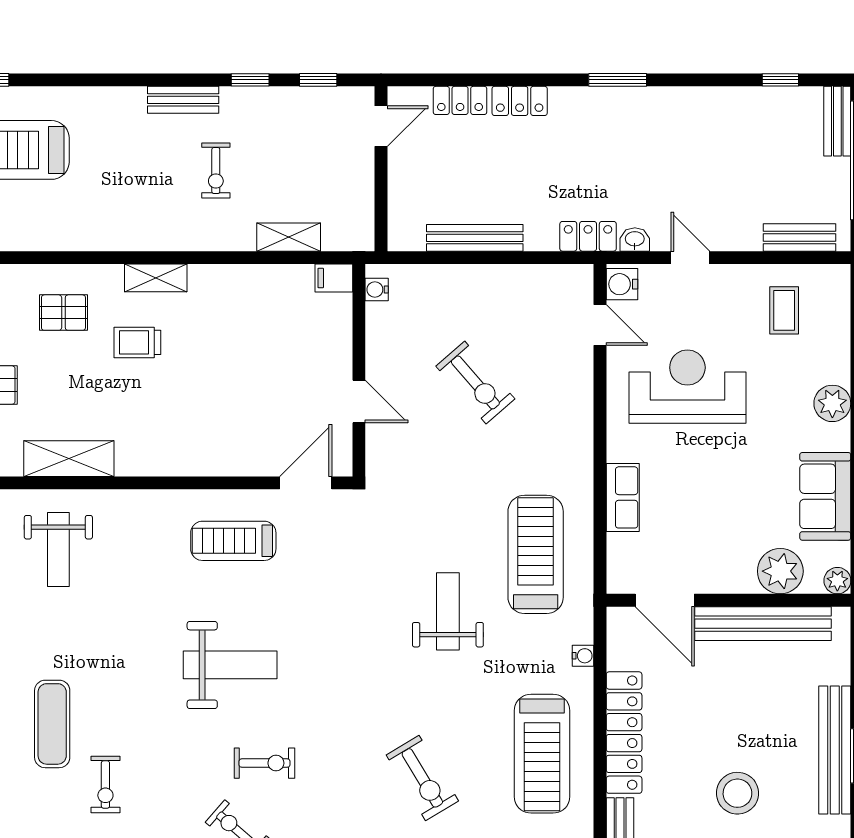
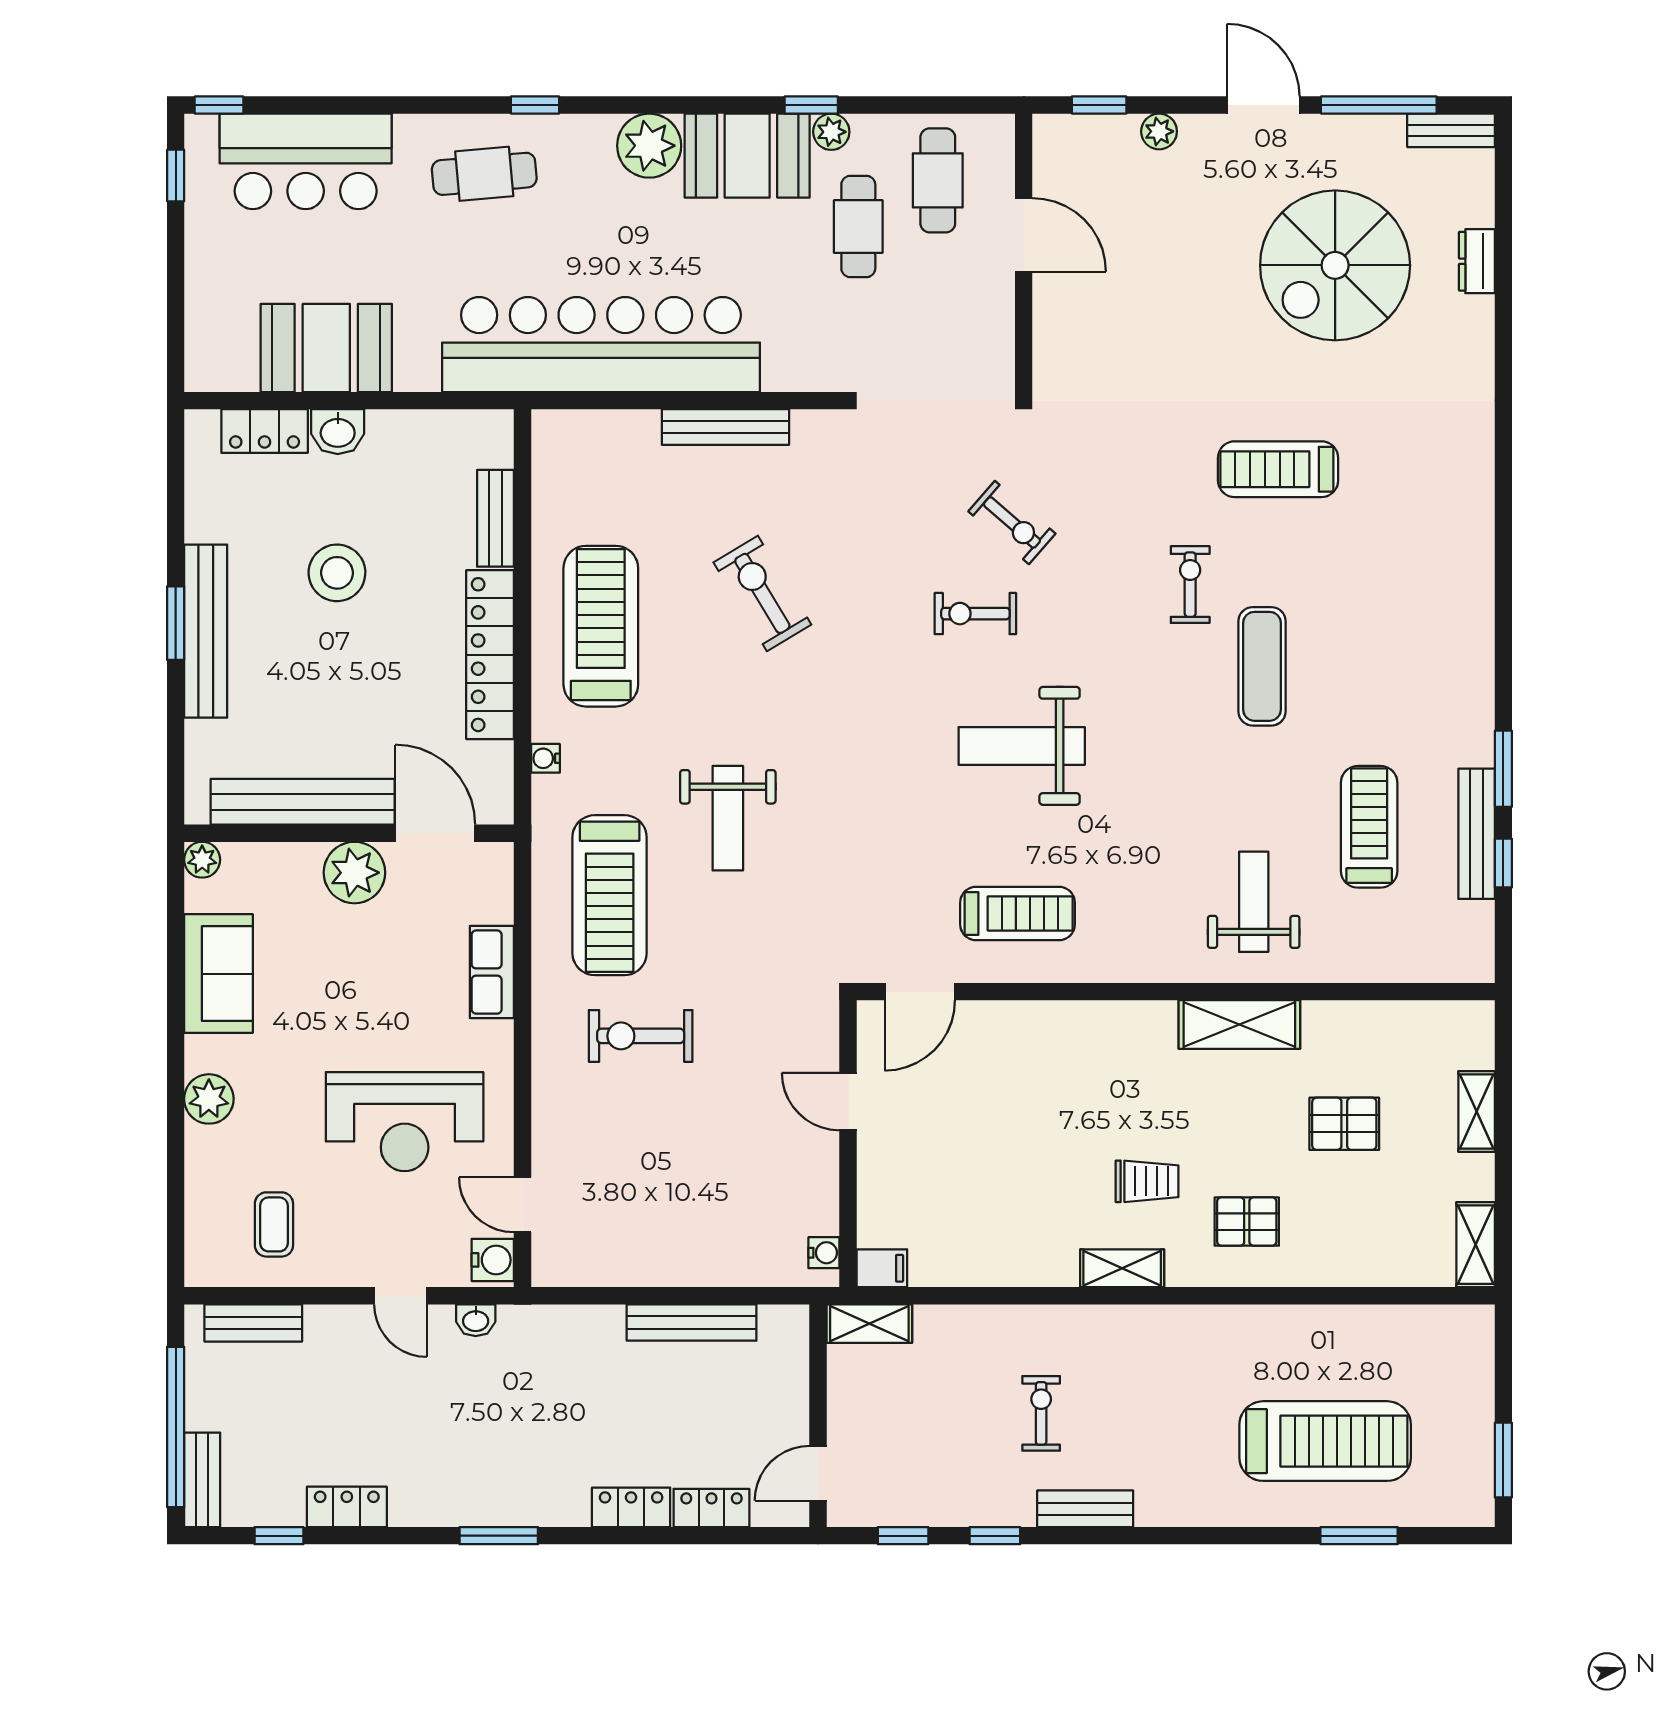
locker: (588, 236) -> (347, 1507), moved, turned 180
shelving: (289, 237) -> (869, 1324), moved
exercise bike: (475, 382) -> (641, 1036), moved, turned -49
plant: (780, 571) -> (354, 873), moved

